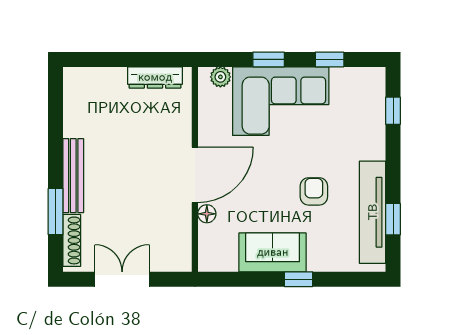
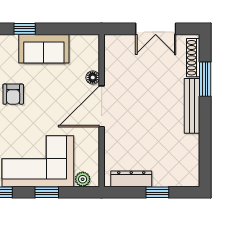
window: (120, 59) -> (157, 192), added

